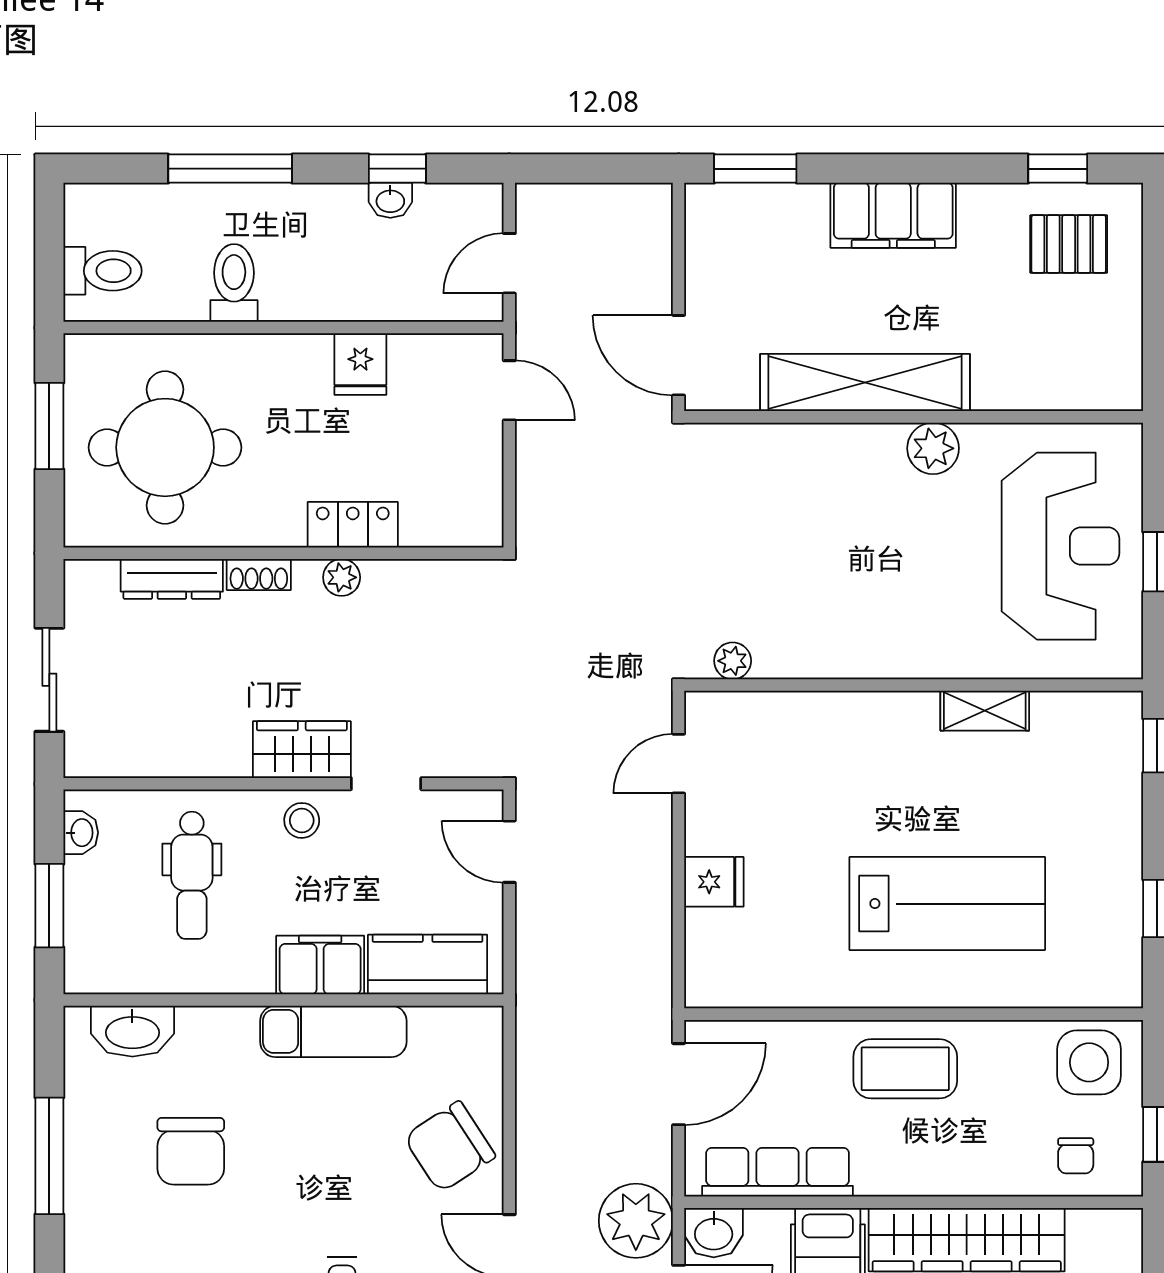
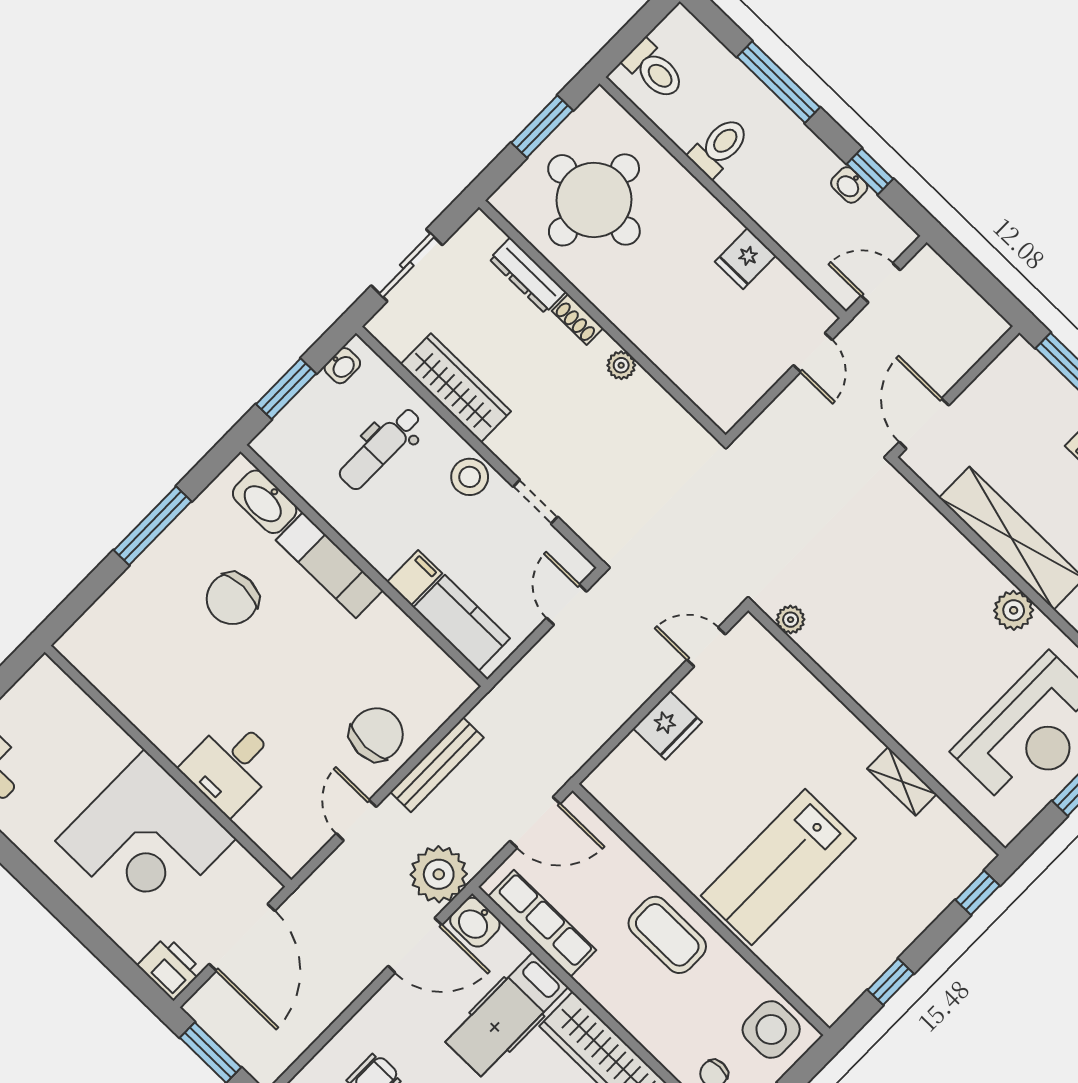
locker: (353, 525) -> (655, 342), removed
wardrobe: (302, 750) -> (456, 388), moved, width x1.50
stool: (302, 820) -> (470, 477), width x1.37, depth x1.37
fridge: (714, 882) -> (668, 725), width x1.38
lab bench: (947, 904) -> (778, 867), turned 90
filing cabinet: (320, 965) -> (415, 578), width x0.50
exam couch: (333, 1031) -> (329, 565), moved
bench: (534, 1120) -> (437, 765), added
chair: (450, 1147) -> (376, 734), turned 123

